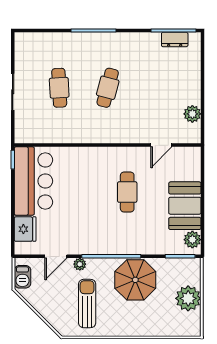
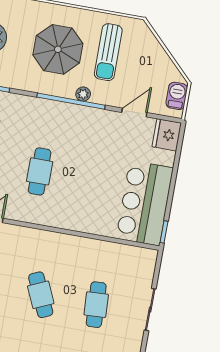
cafe table: (108, 88) -> (41, 295), turned -39
fridge: (25, 229) -> (167, 135), moved
plant: (80, 264) -> (83, 94), moved
parasol: (135, 280) -> (58, 49), moved

